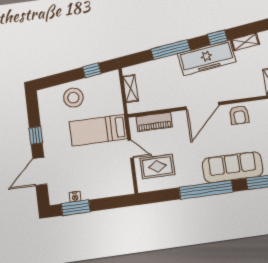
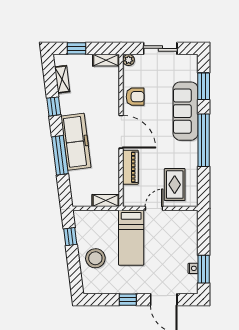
freezer: (207, 58) -> (76, 142), moved
shelving: (131, 89) -> (106, 201), moved
piano: (154, 122) -> (130, 167), moved

